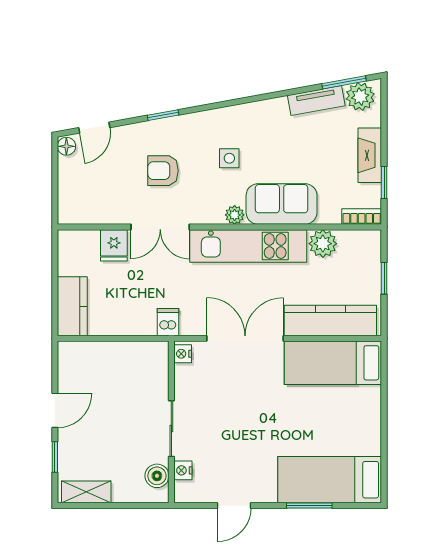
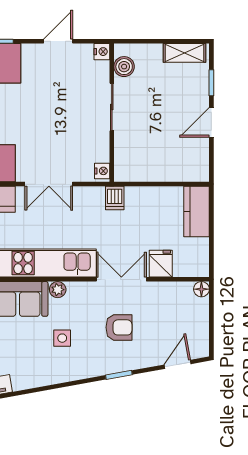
floor lamp: (66, 146) -> (201, 289), moved
double door: (245, 338) -> (49, 184), width x0.73
nightstand: (183, 470) -> (102, 52), moved

